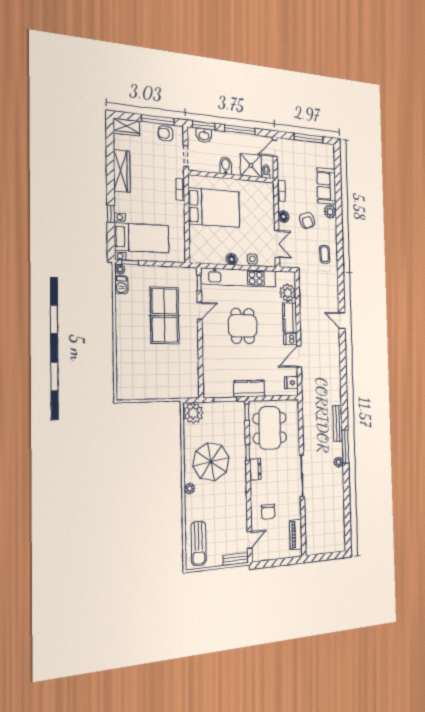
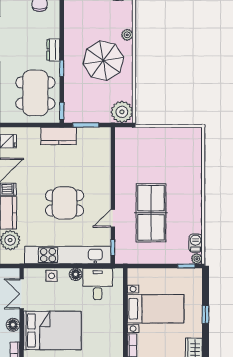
bed: (214, 208) -> (52, 330), moved, turned 180
bed with nightstands: (142, 238) -> (156, 309), moved, turned 180
desk: (212, 249) -> (98, 284), added
dining table: (243, 326) -> (65, 203), turned 90

